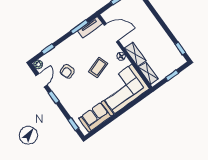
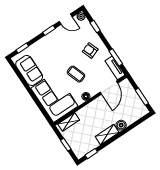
boiler: (150, 19) -> (121, 125), added
shelving: (135, 54) -> (107, 135), moved
armchair: (67, 71) -> (90, 50), moved

